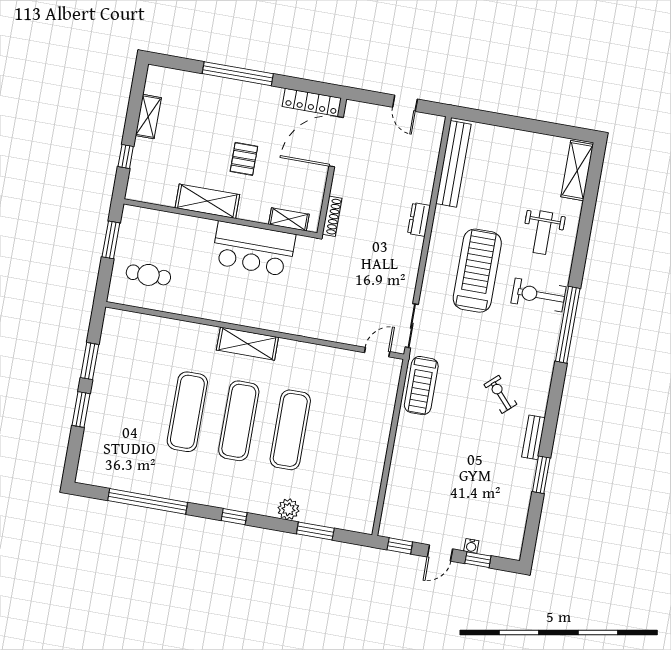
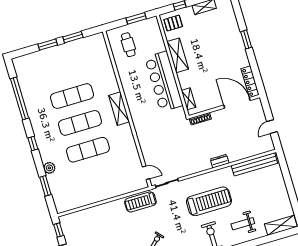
window: (238, 74) -> (246, 39), width x0.47
pallet: (244, 159) -> (173, 23), moved
bar counter: (254, 249) -> (164, 82), width x1.36

